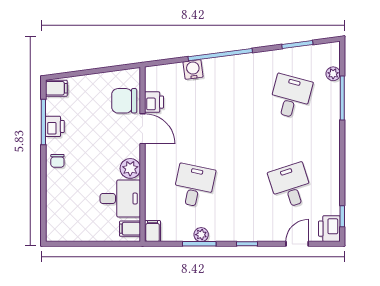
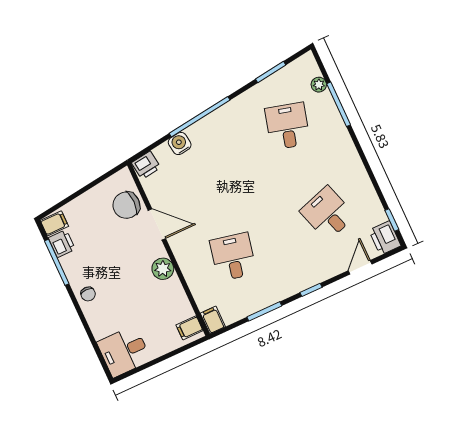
printer: (154, 102) -> (146, 165), moved, turned 82
printer: (55, 126) -> (62, 244), moved
desk: (120, 199) -> (124, 351), moved, turned 180
plant: (201, 235) -> (262, 302), removed

